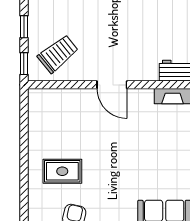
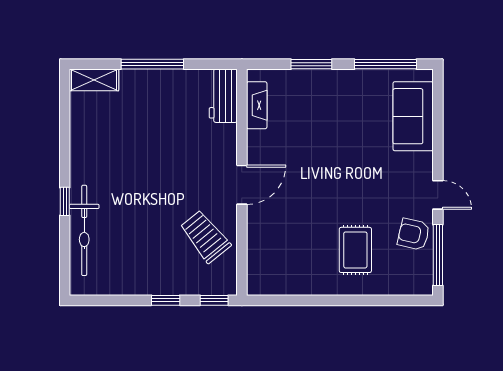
trolley: (58, 54) -> (205, 236), moved

